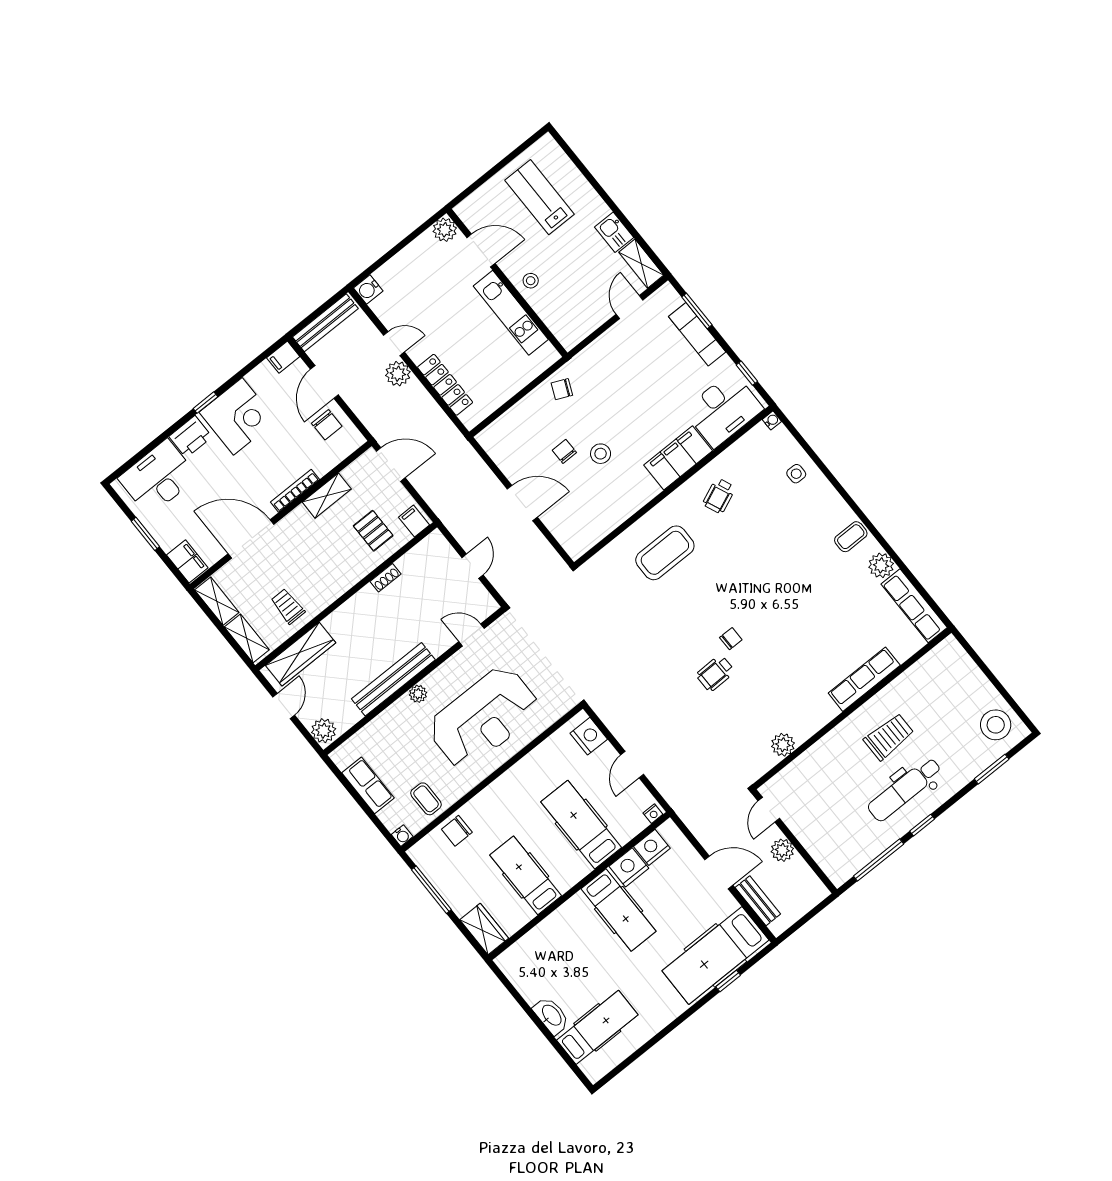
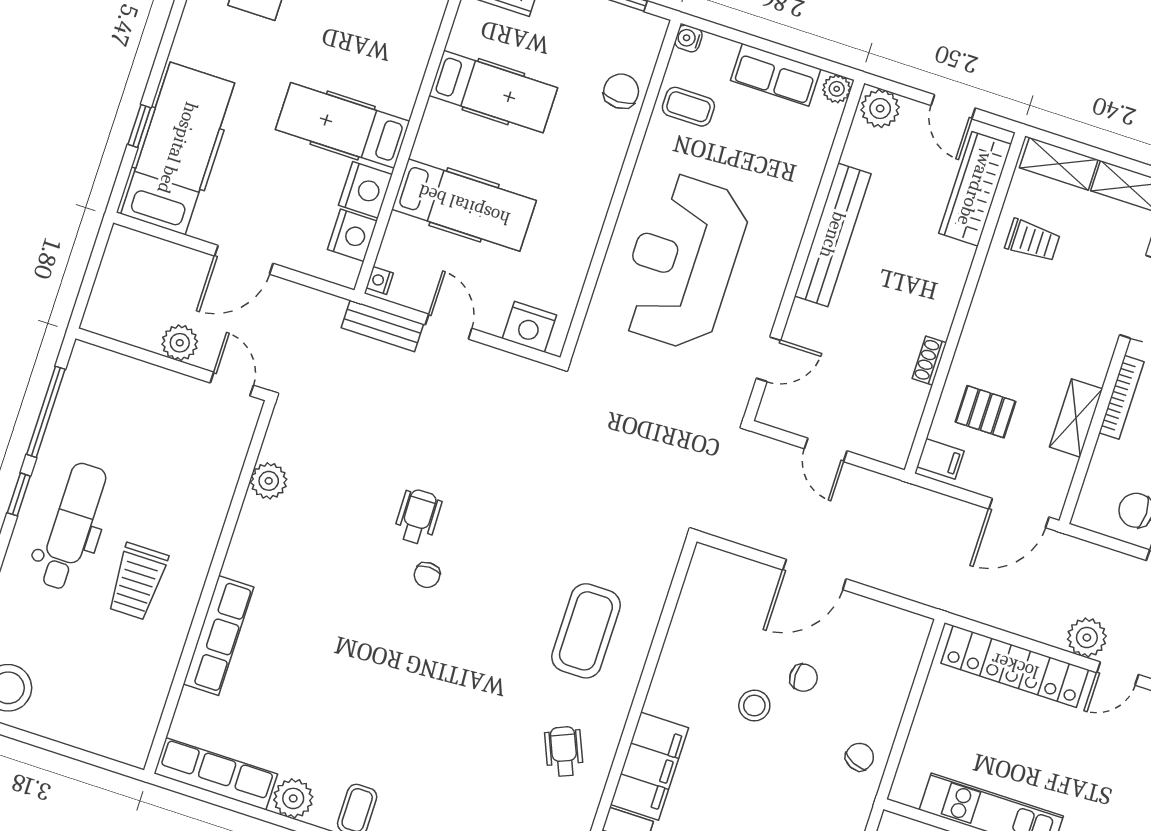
locker: (445, 385) -> (1015, 666), width x1.41, depth x1.21
plant: (418, 694) -> (837, 89), moved
bench: (758, 901) -> (382, 326), moved

